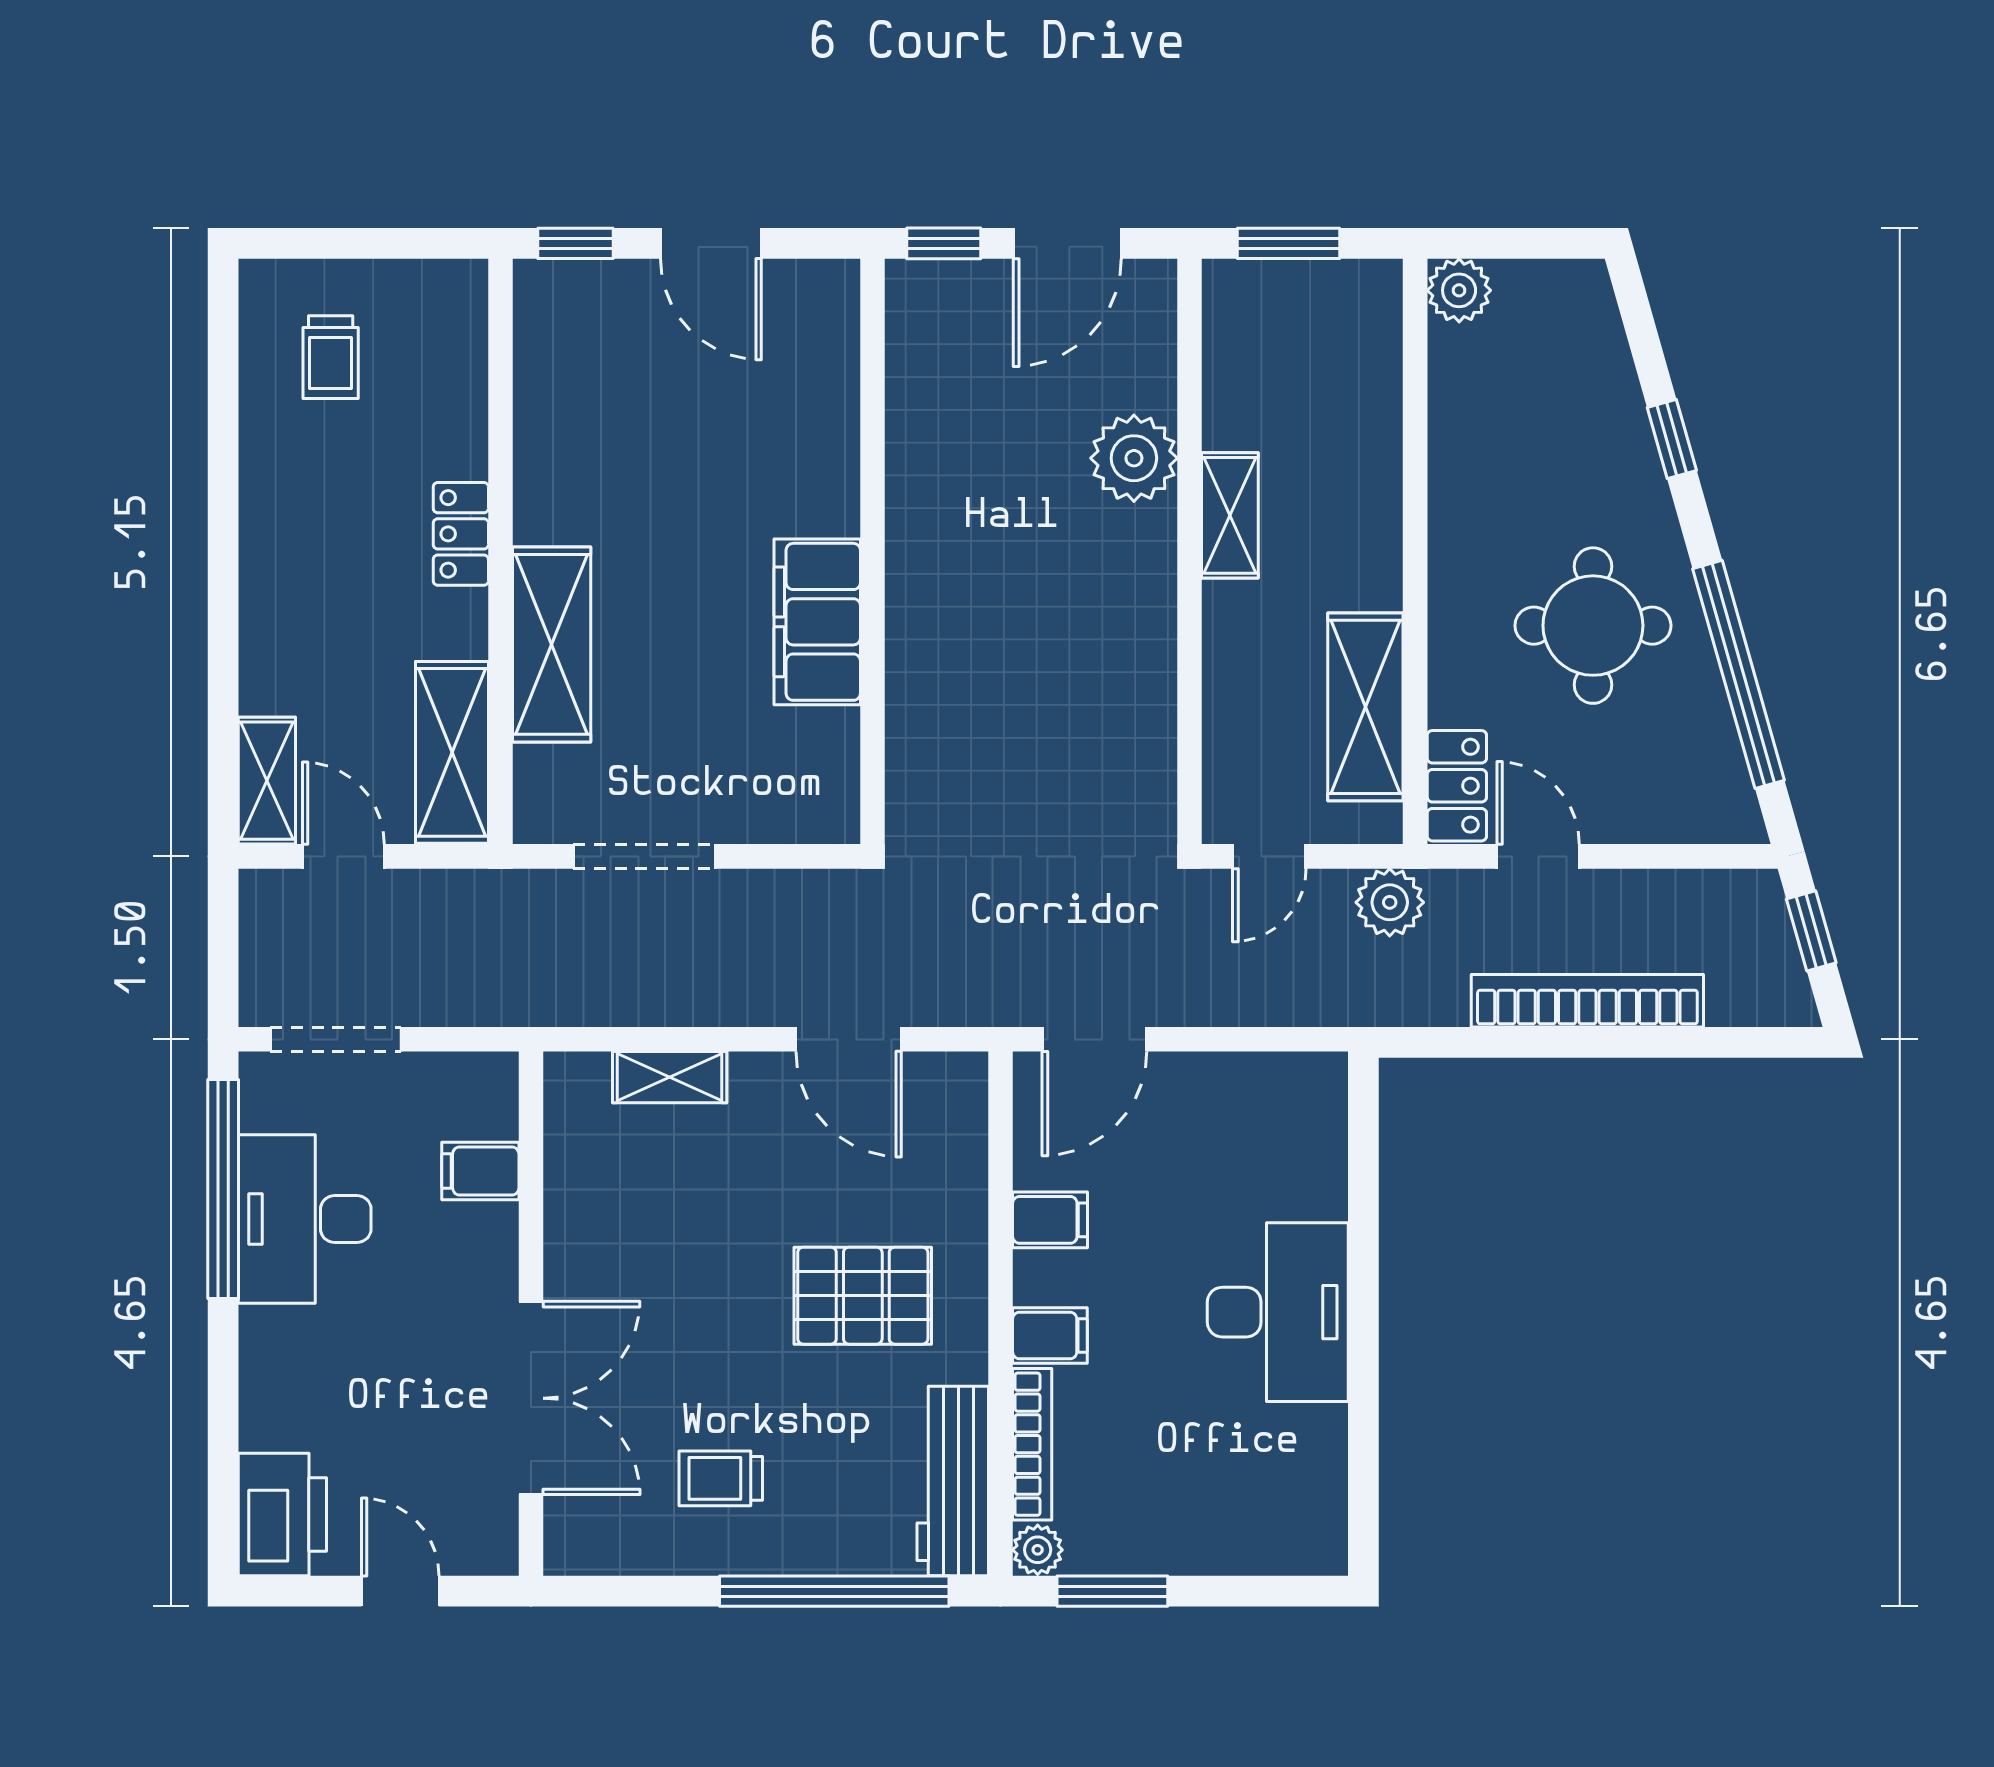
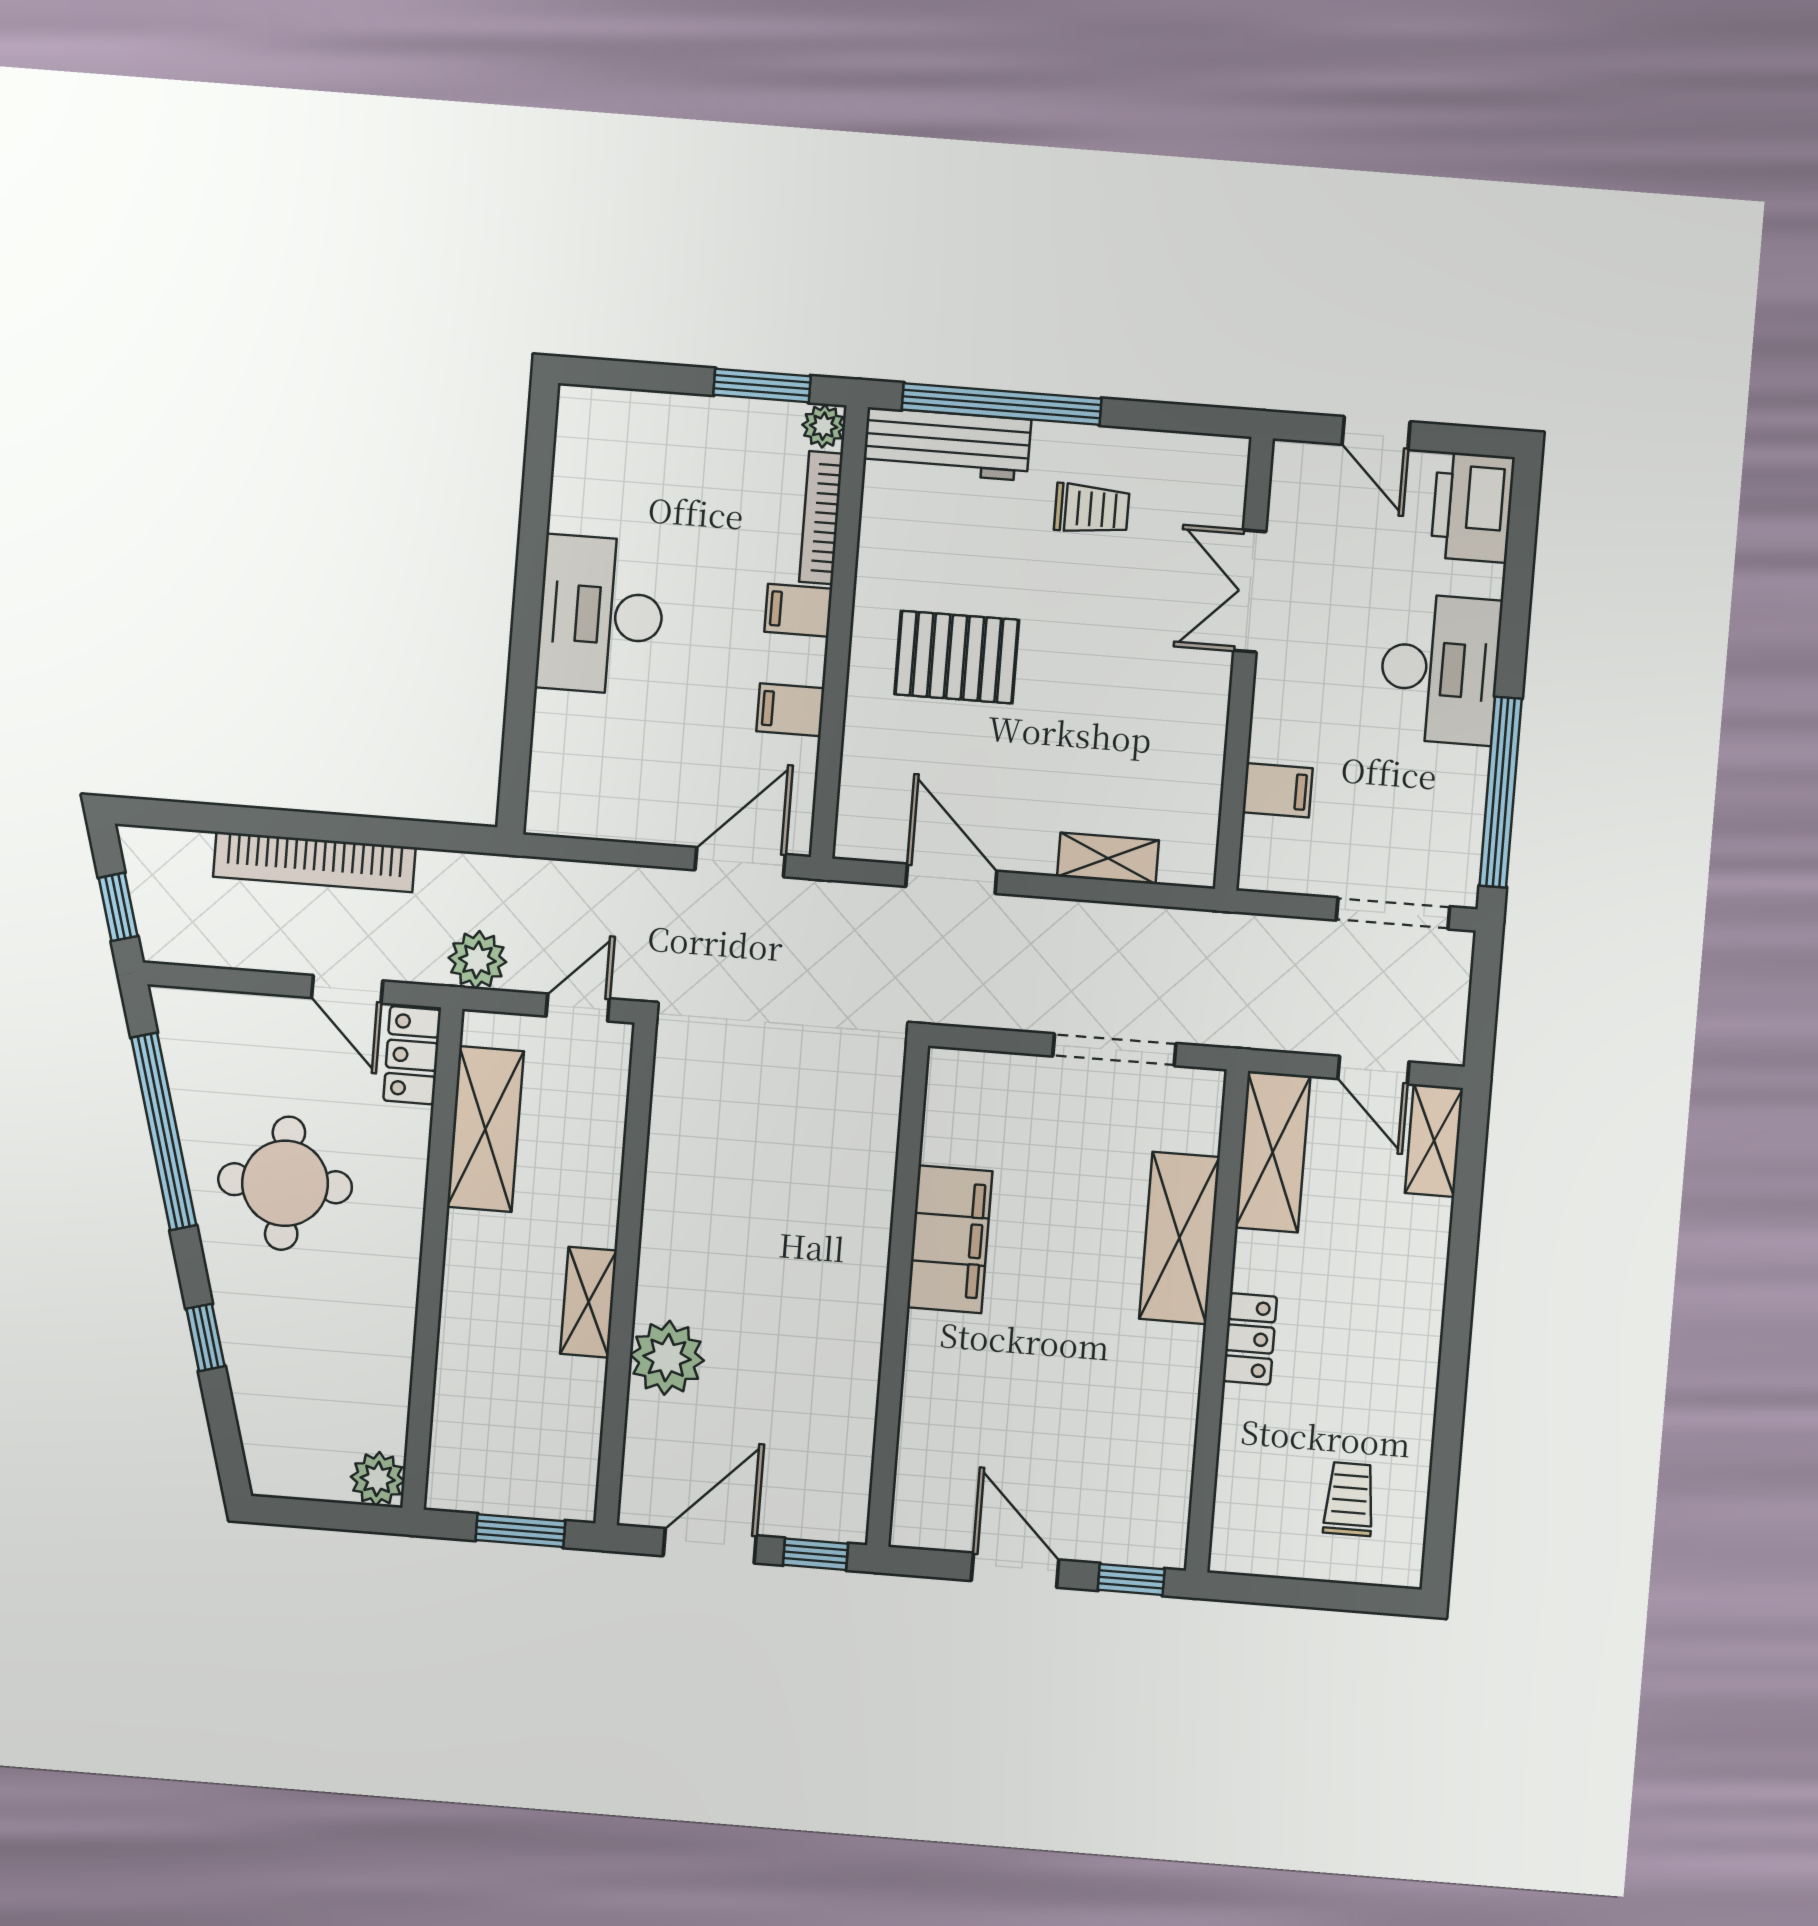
desk: (305, 1219) -> (1440, 669), moved
double door: (531, 1398) -> (1250, 591), width x0.73
workbench: (953, 1481) -> (947, 444), moved, turned 90

